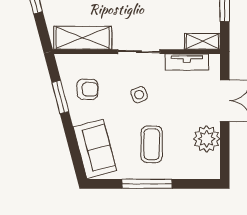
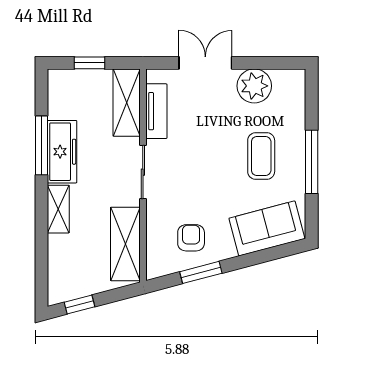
shelving: (202, 41) -> (127, 103), width x1.50, depth x1.33
side table: (139, 95) -> (198, 172), removed
coffee table: (152, 144) -> (261, 156), turned 90

